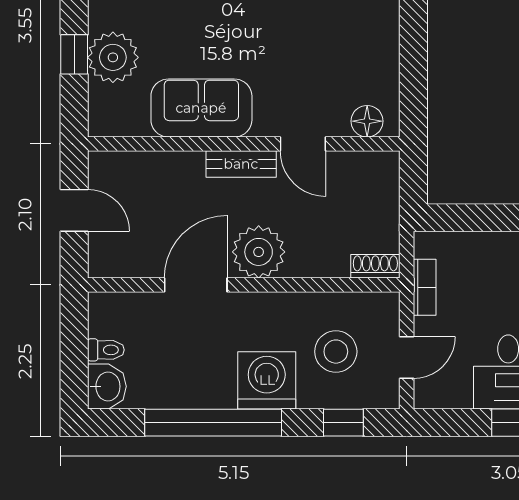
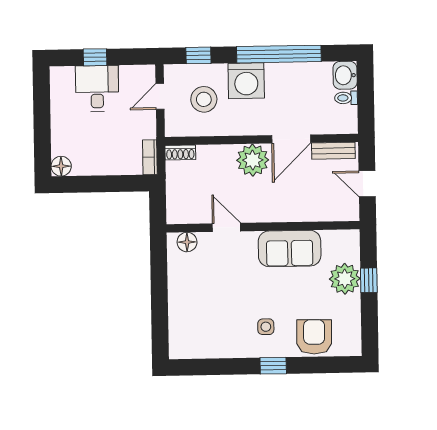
bench: (241, 164) -> (333, 151), moved
bookcase: (425, 287) -> (150, 157), moved

